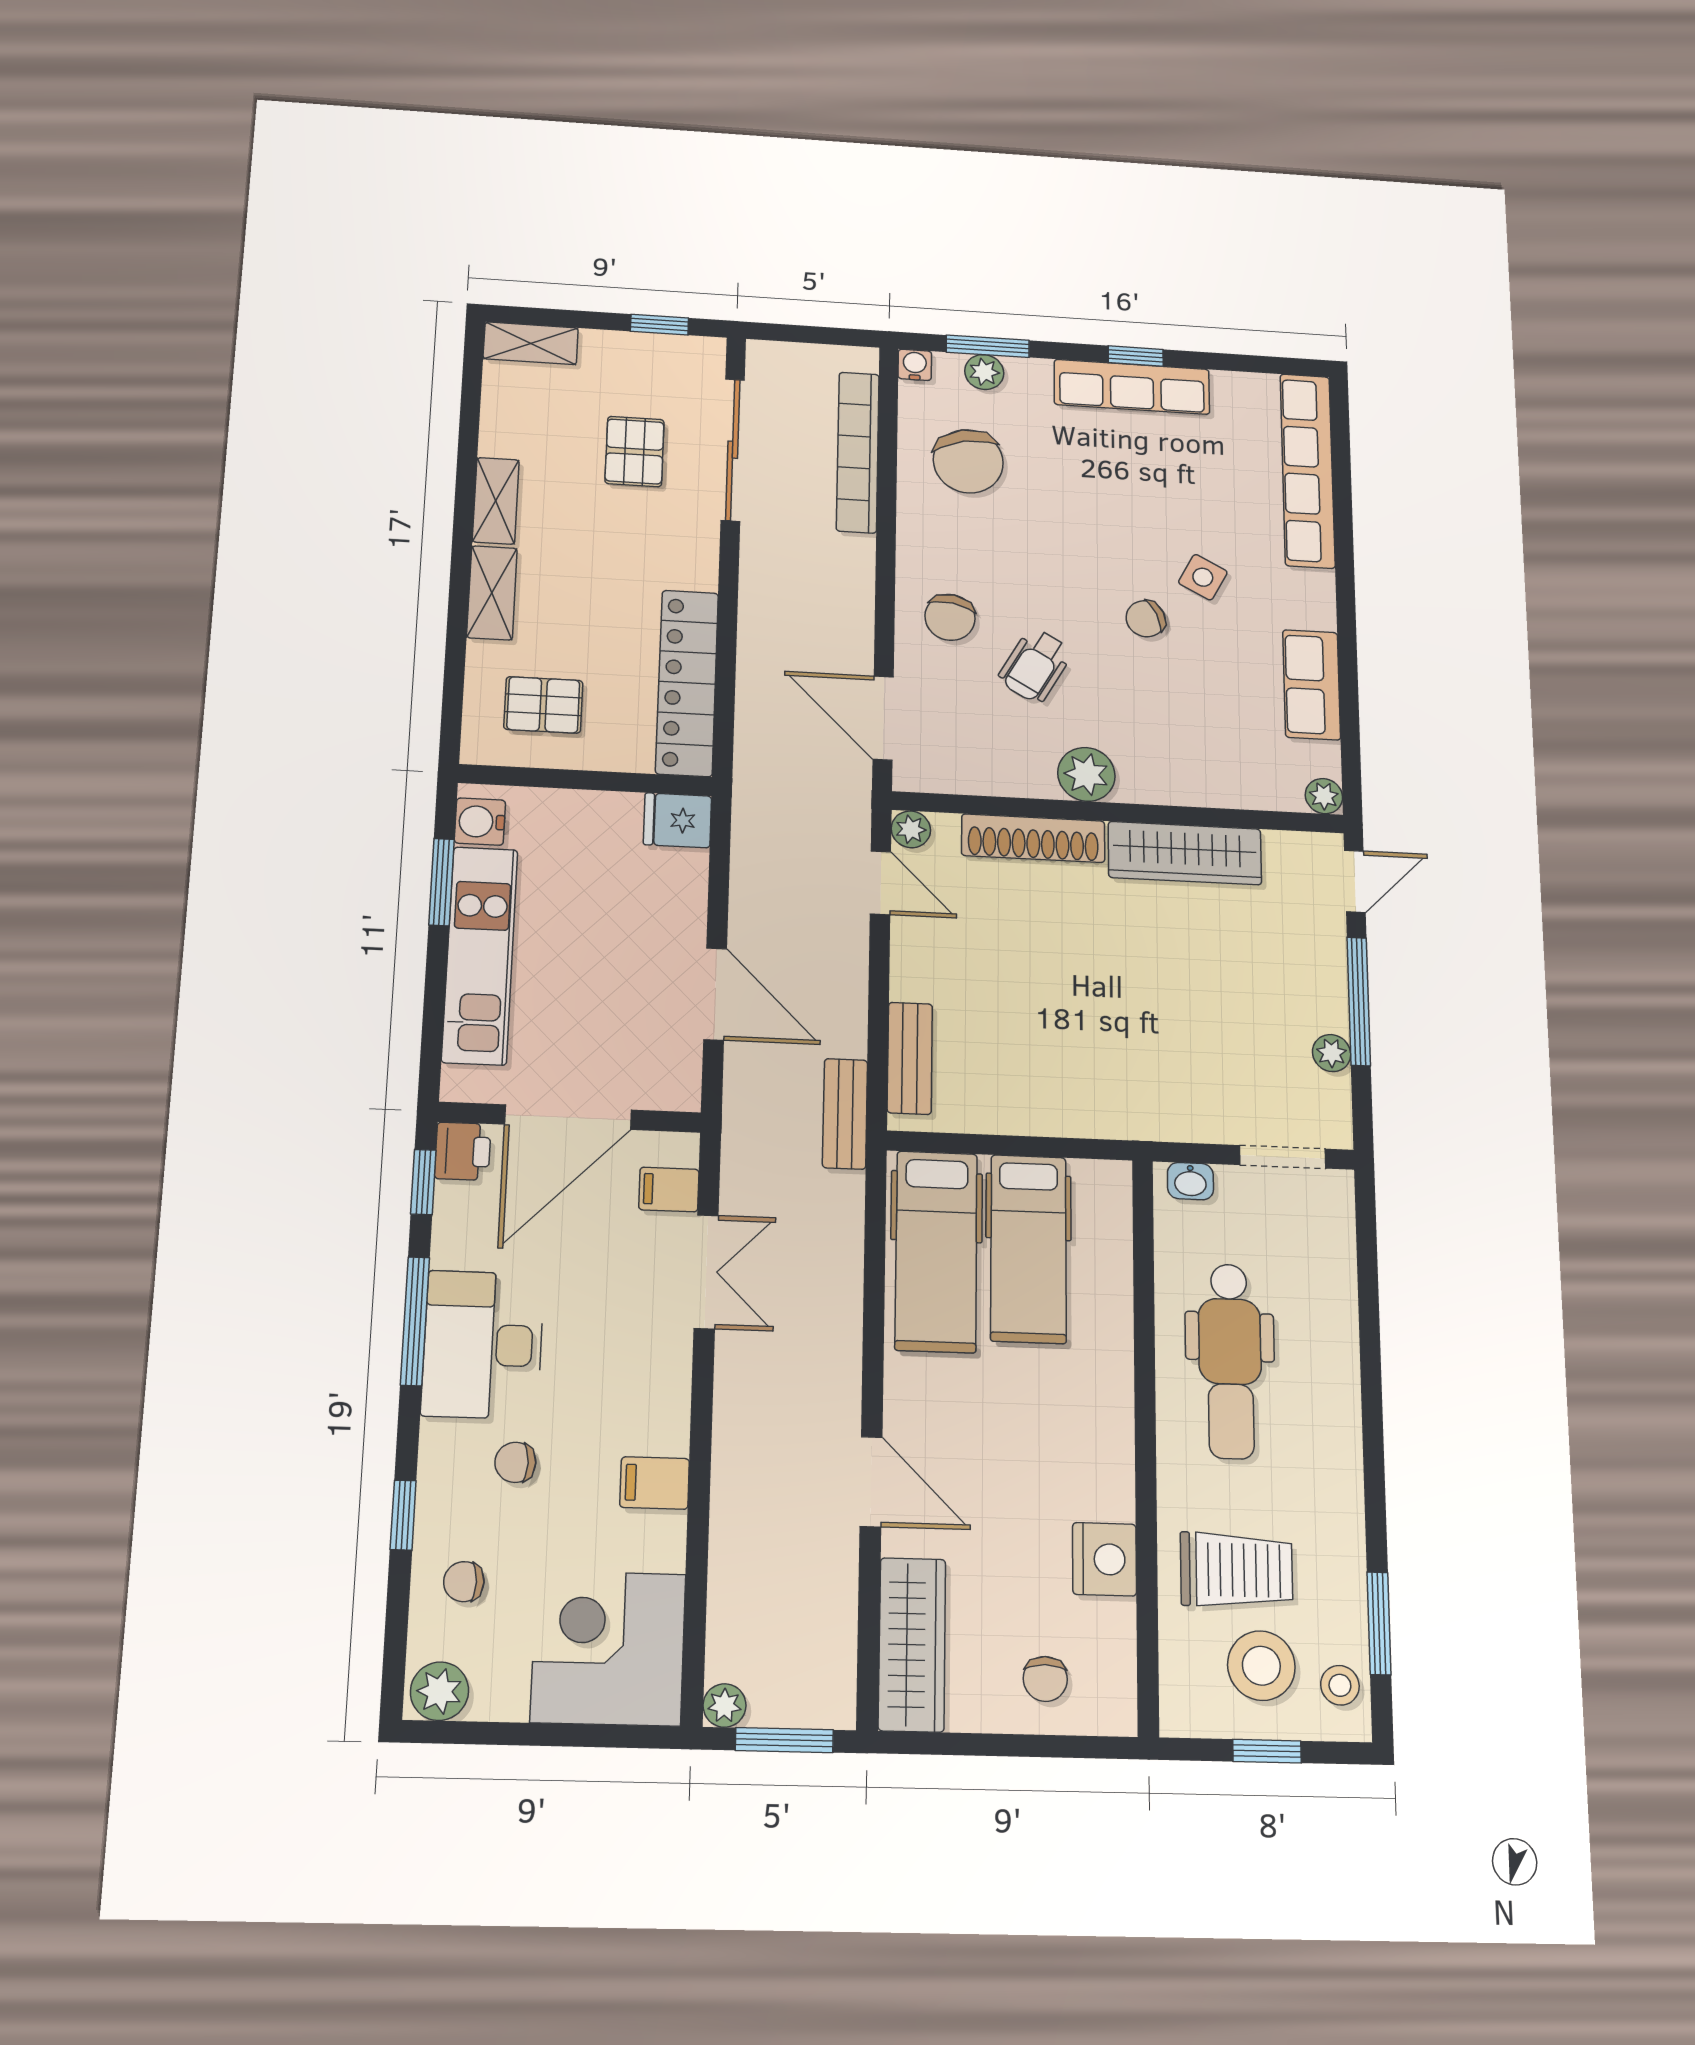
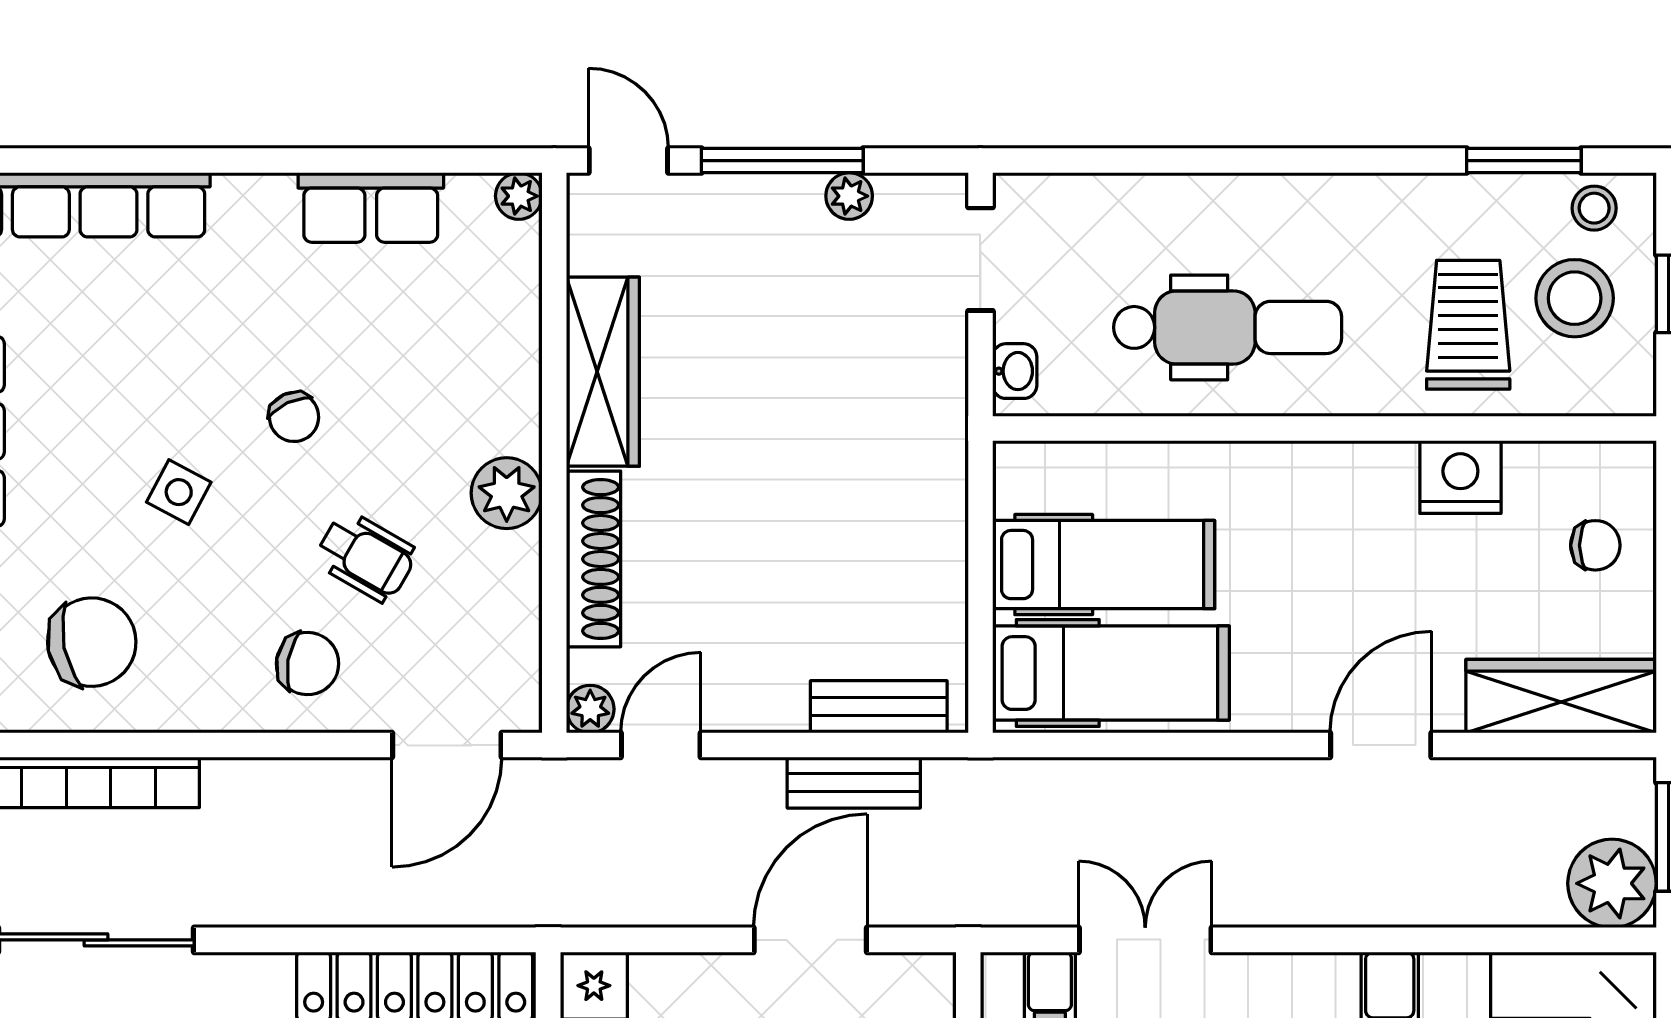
side table: (1203, 577) -> (179, 492), moved
bench: (845, 1114) -> (854, 783), moved
plant: (725, 1705) -> (1612, 883), width x1.88, depth x1.88

